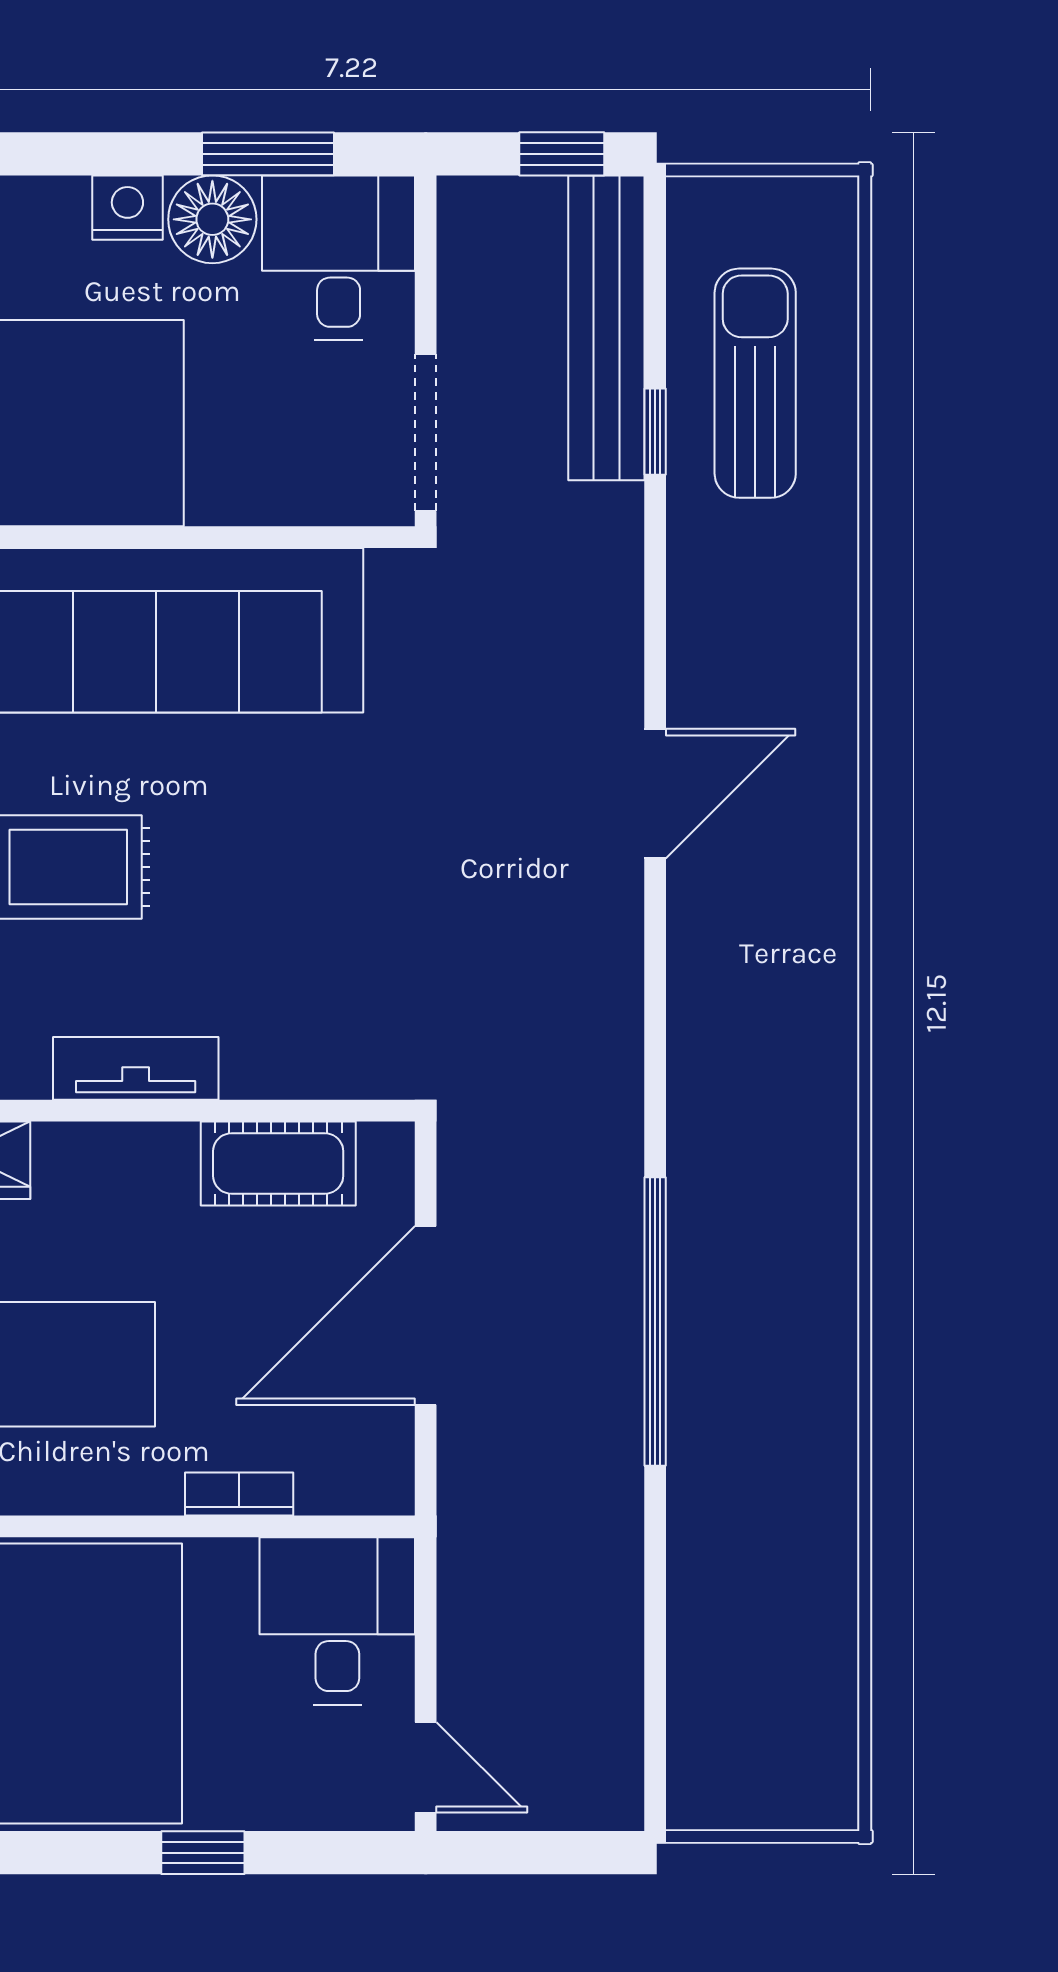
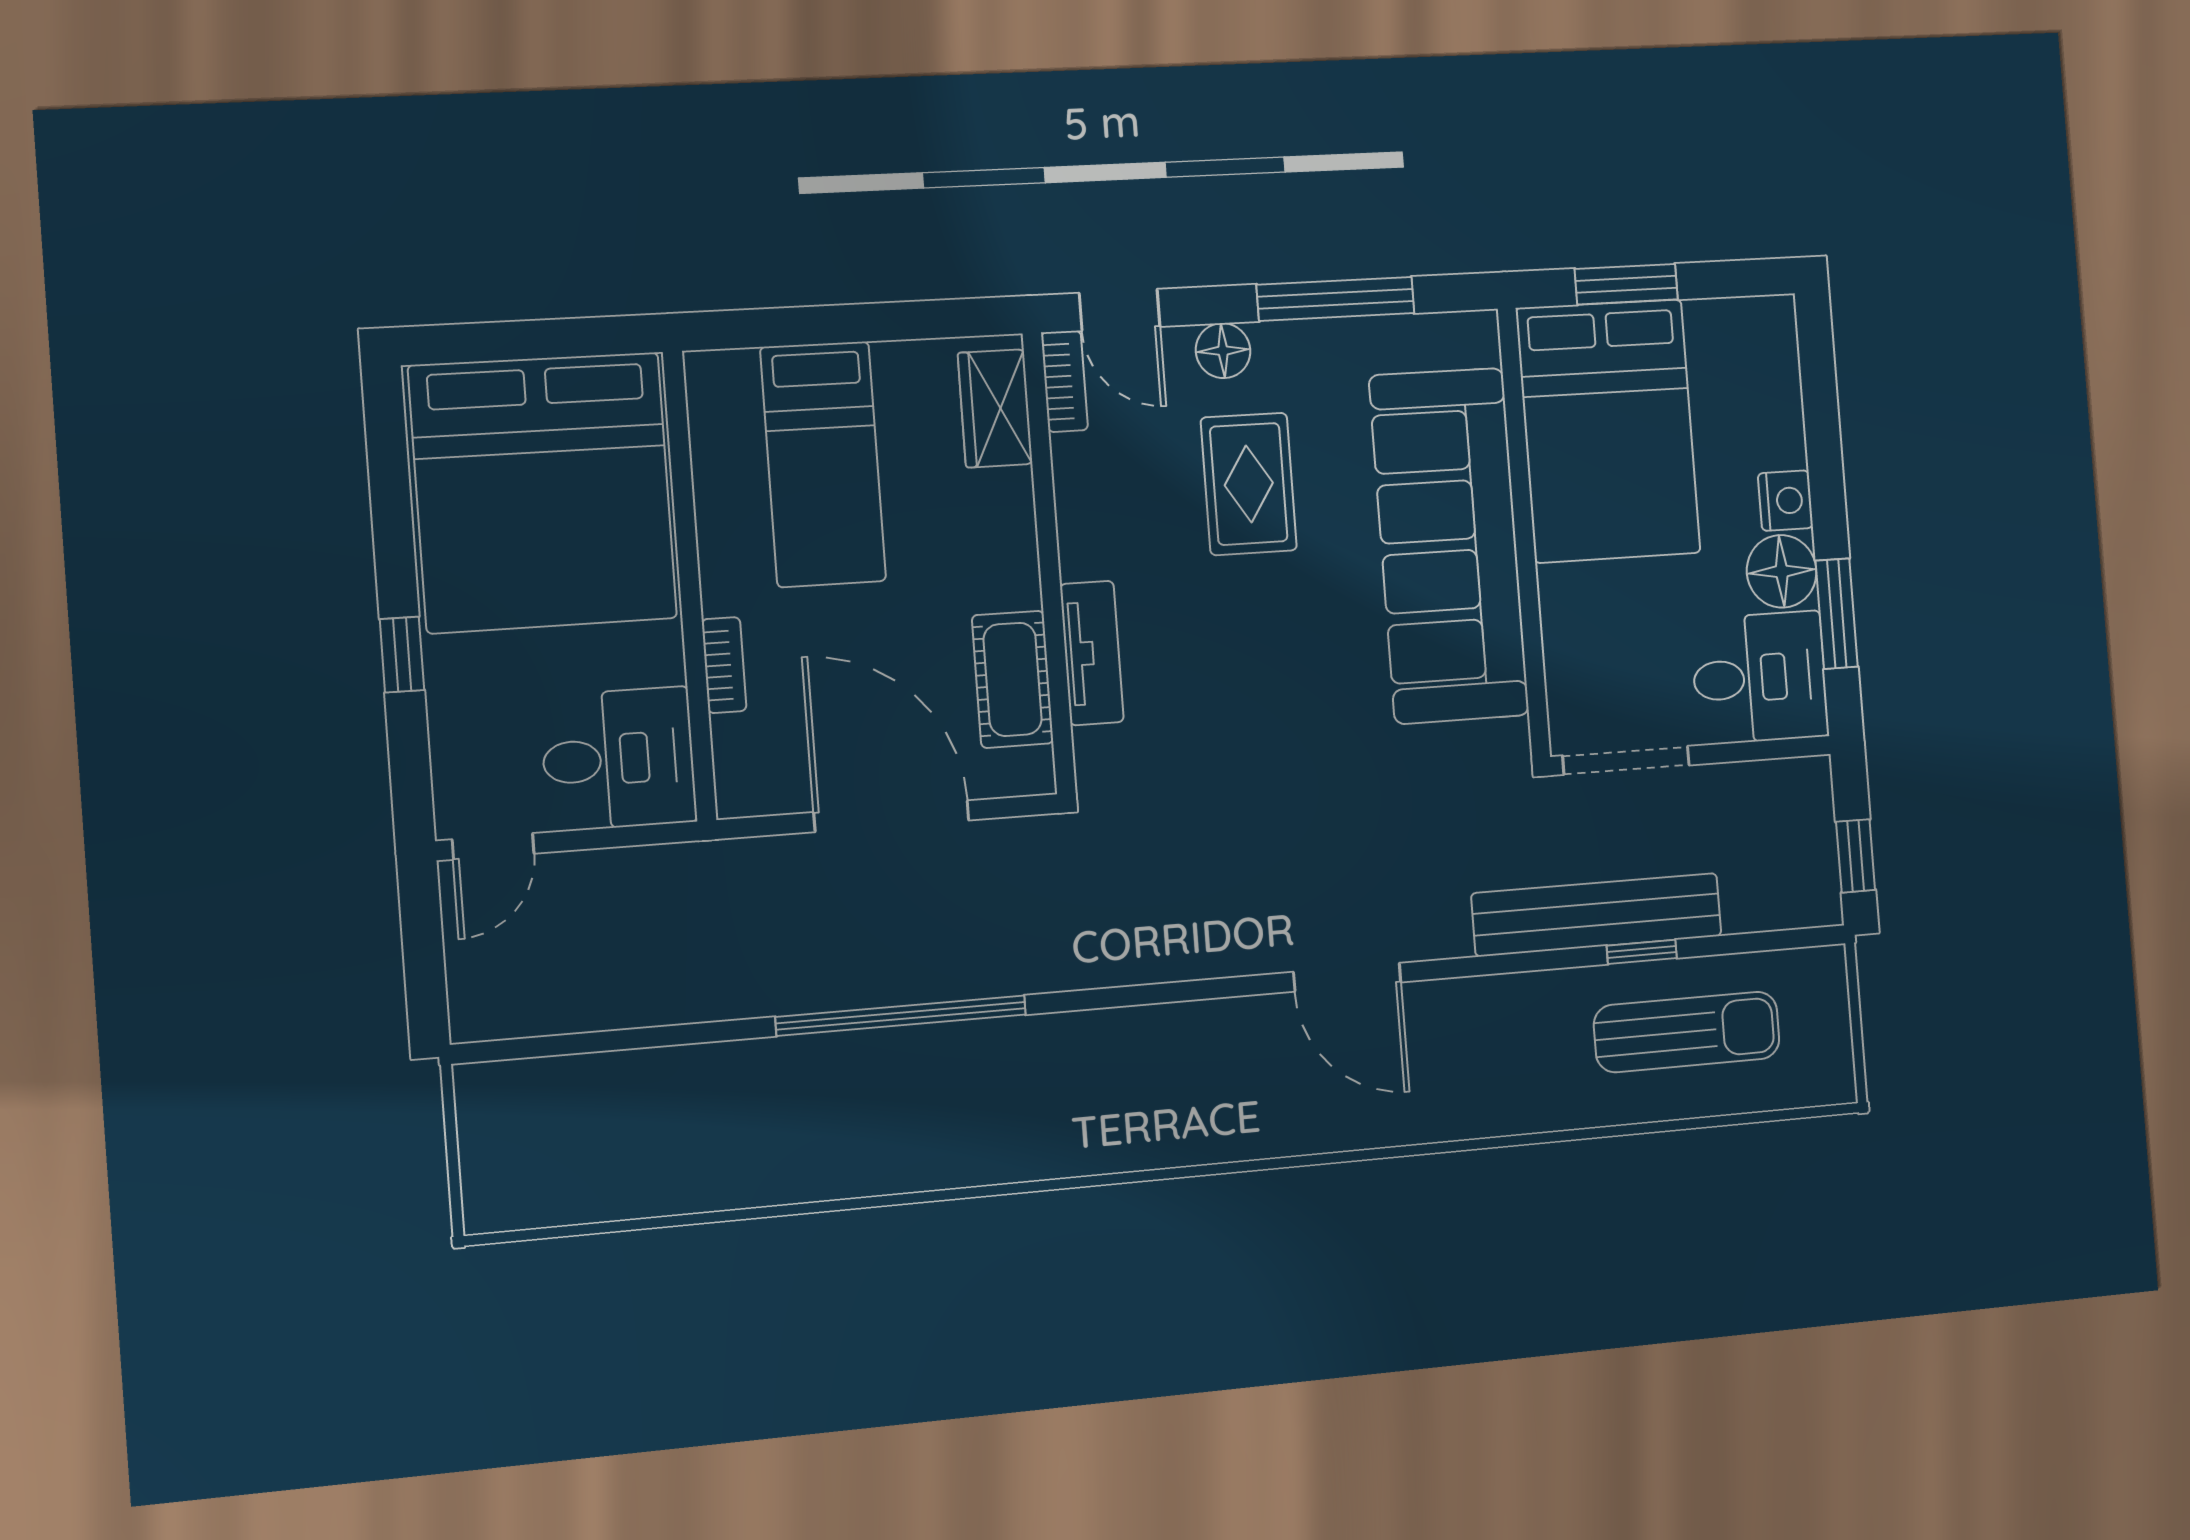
bench: (606, 328) -> (1597, 915), moved
tv unit: (136, 1068) -> (1092, 653), moved

